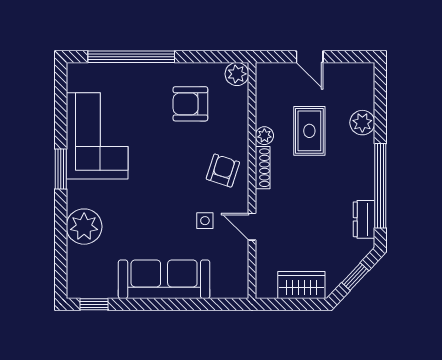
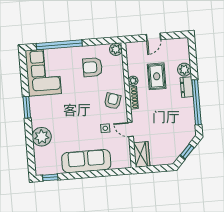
door: (310, 57) -> (154, 37), hinge flipped
corner sofa: (97, 136) -> (43, 72), moved
dresser: (364, 219) -> (187, 87), moved
wardrobe: (301, 285) -> (142, 154), moved, turned 90

